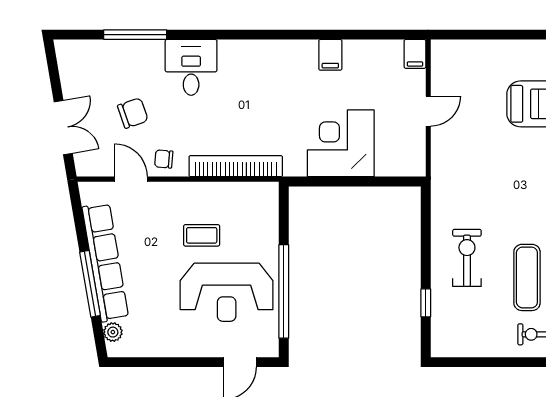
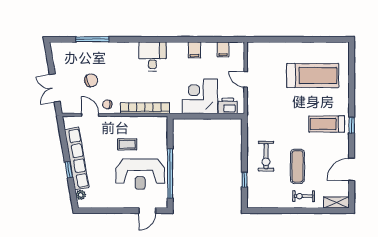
filing cabinet: (415, 54) -> (223, 49), moved
desk: (191, 67) -> (153, 56), moved
door: (428, 111) -> (246, 79), swing flipped
double door: (63, 128) -> (55, 88), swing flipped
printer: (394, 162) -> (228, 106), added
exercise bike: (467, 258) -> (266, 156), turned 180
window: (90, 284) -> (69, 170), width x0.46

